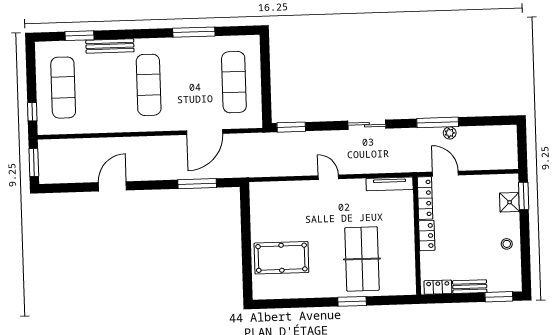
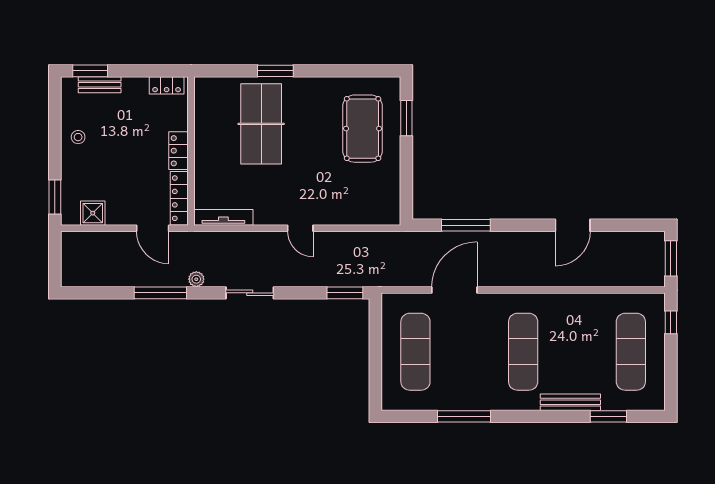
plant: (450, 133) -> (196, 279), moved
shower: (510, 202) -> (93, 213), moved
pool table: (281, 258) -> (363, 129), turned 90
window: (247, 267) -> (406, 118), added
bench: (470, 287) -> (100, 85), moved

